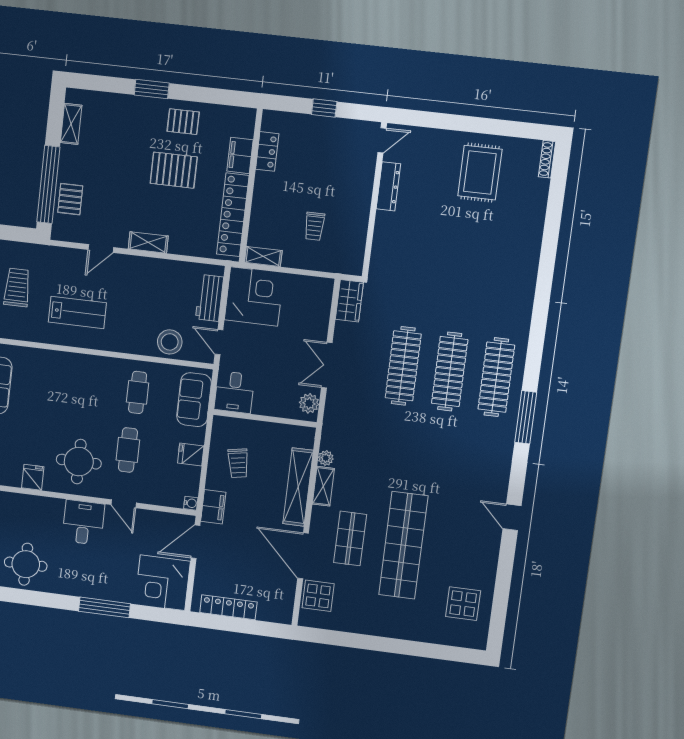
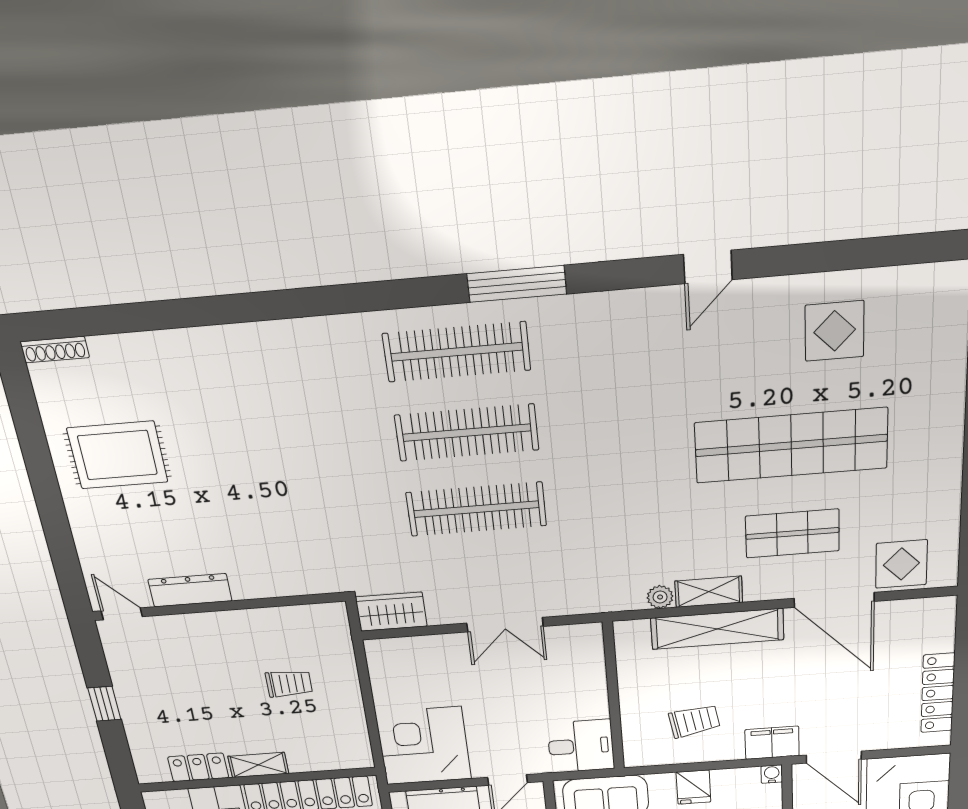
shelving: (263, 256) -> (258, 765), moved, turned 90
plant: (309, 403) -> (574, 639), removed
door: (303, 556) -> (834, 600), hinge flipped
display table: (463, 604) -> (835, 331), moved

